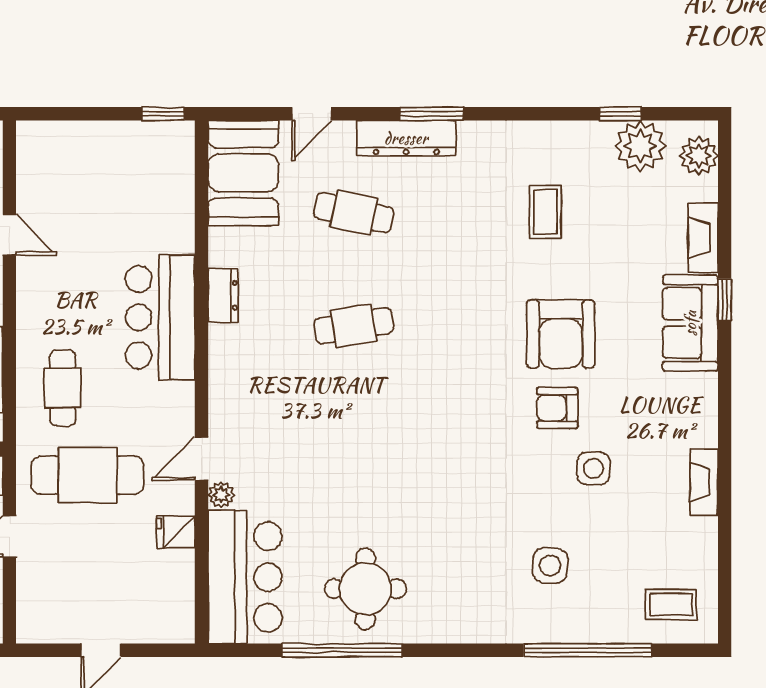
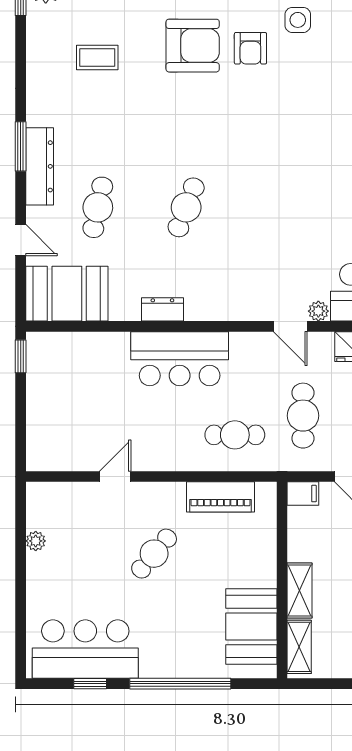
cafe table: (354, 326) -> (186, 207), turned 30
cafe table: (87, 475) -> (303, 416), width x0.73, depth x0.74

